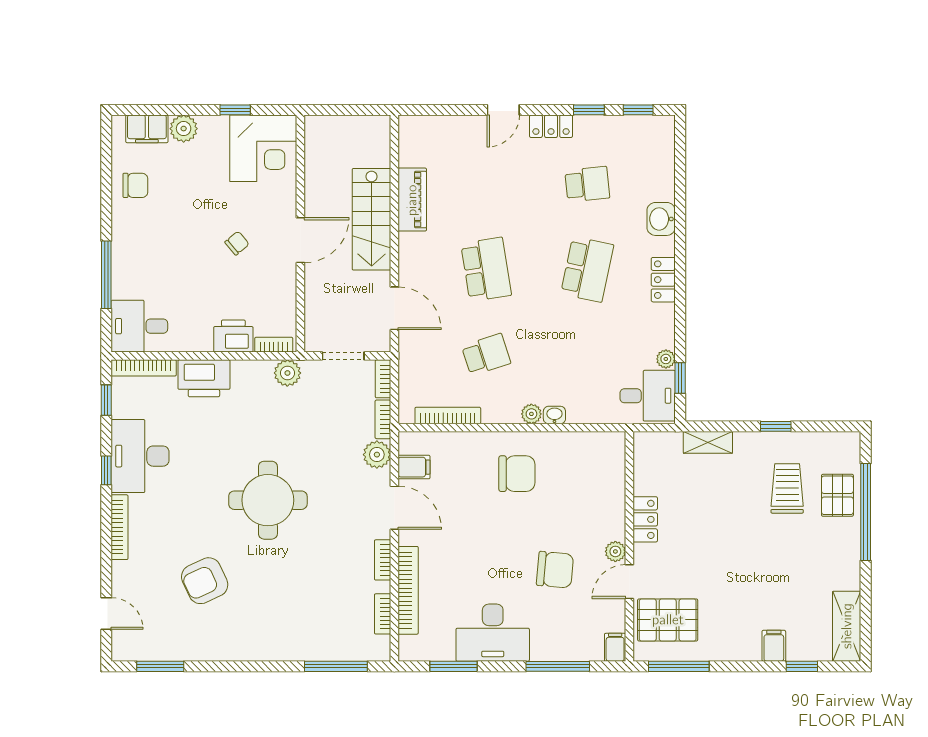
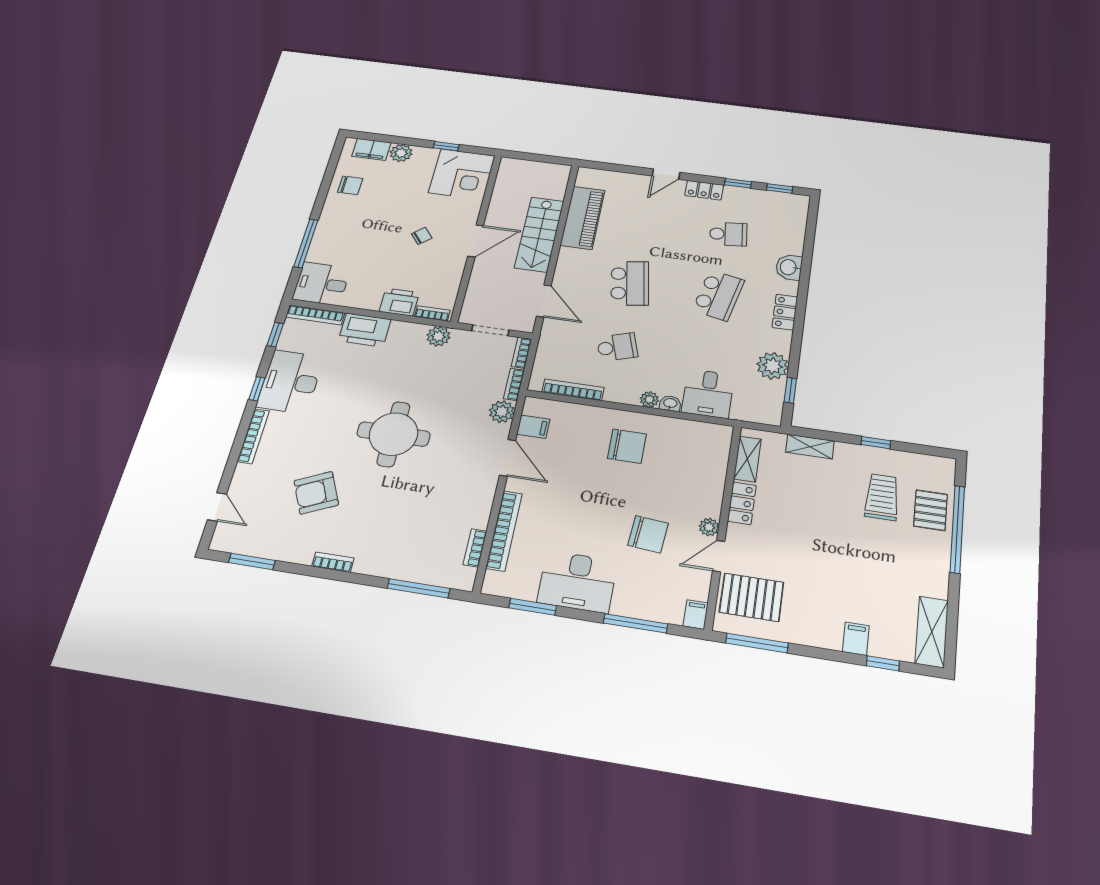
piano: (412, 200) -> (583, 218), width x1.37, depth x1.33
plant: (666, 359) -> (773, 366), width x1.87, depth x1.87
desk: (648, 396) -> (708, 394), moved, turned 90
shelving: (645, 468) -> (747, 459), added
bookcase: (383, 560) -> (333, 562), moved, turned 90

